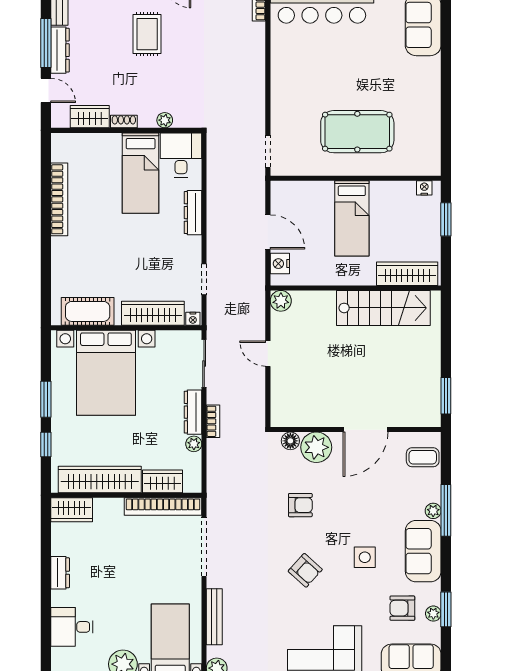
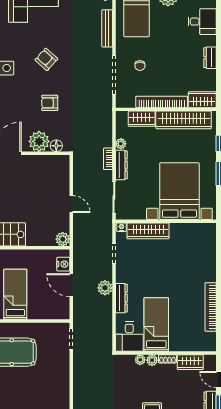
plant: (147, 120) -> (152, 360), added
plant: (217, 228) -> (105, 288), added
cot: (88, 311) -> (192, 232), removed
bookcase: (163, 506) -> (162, 102), moved
chair: (165, 561) -> (140, 66), added

